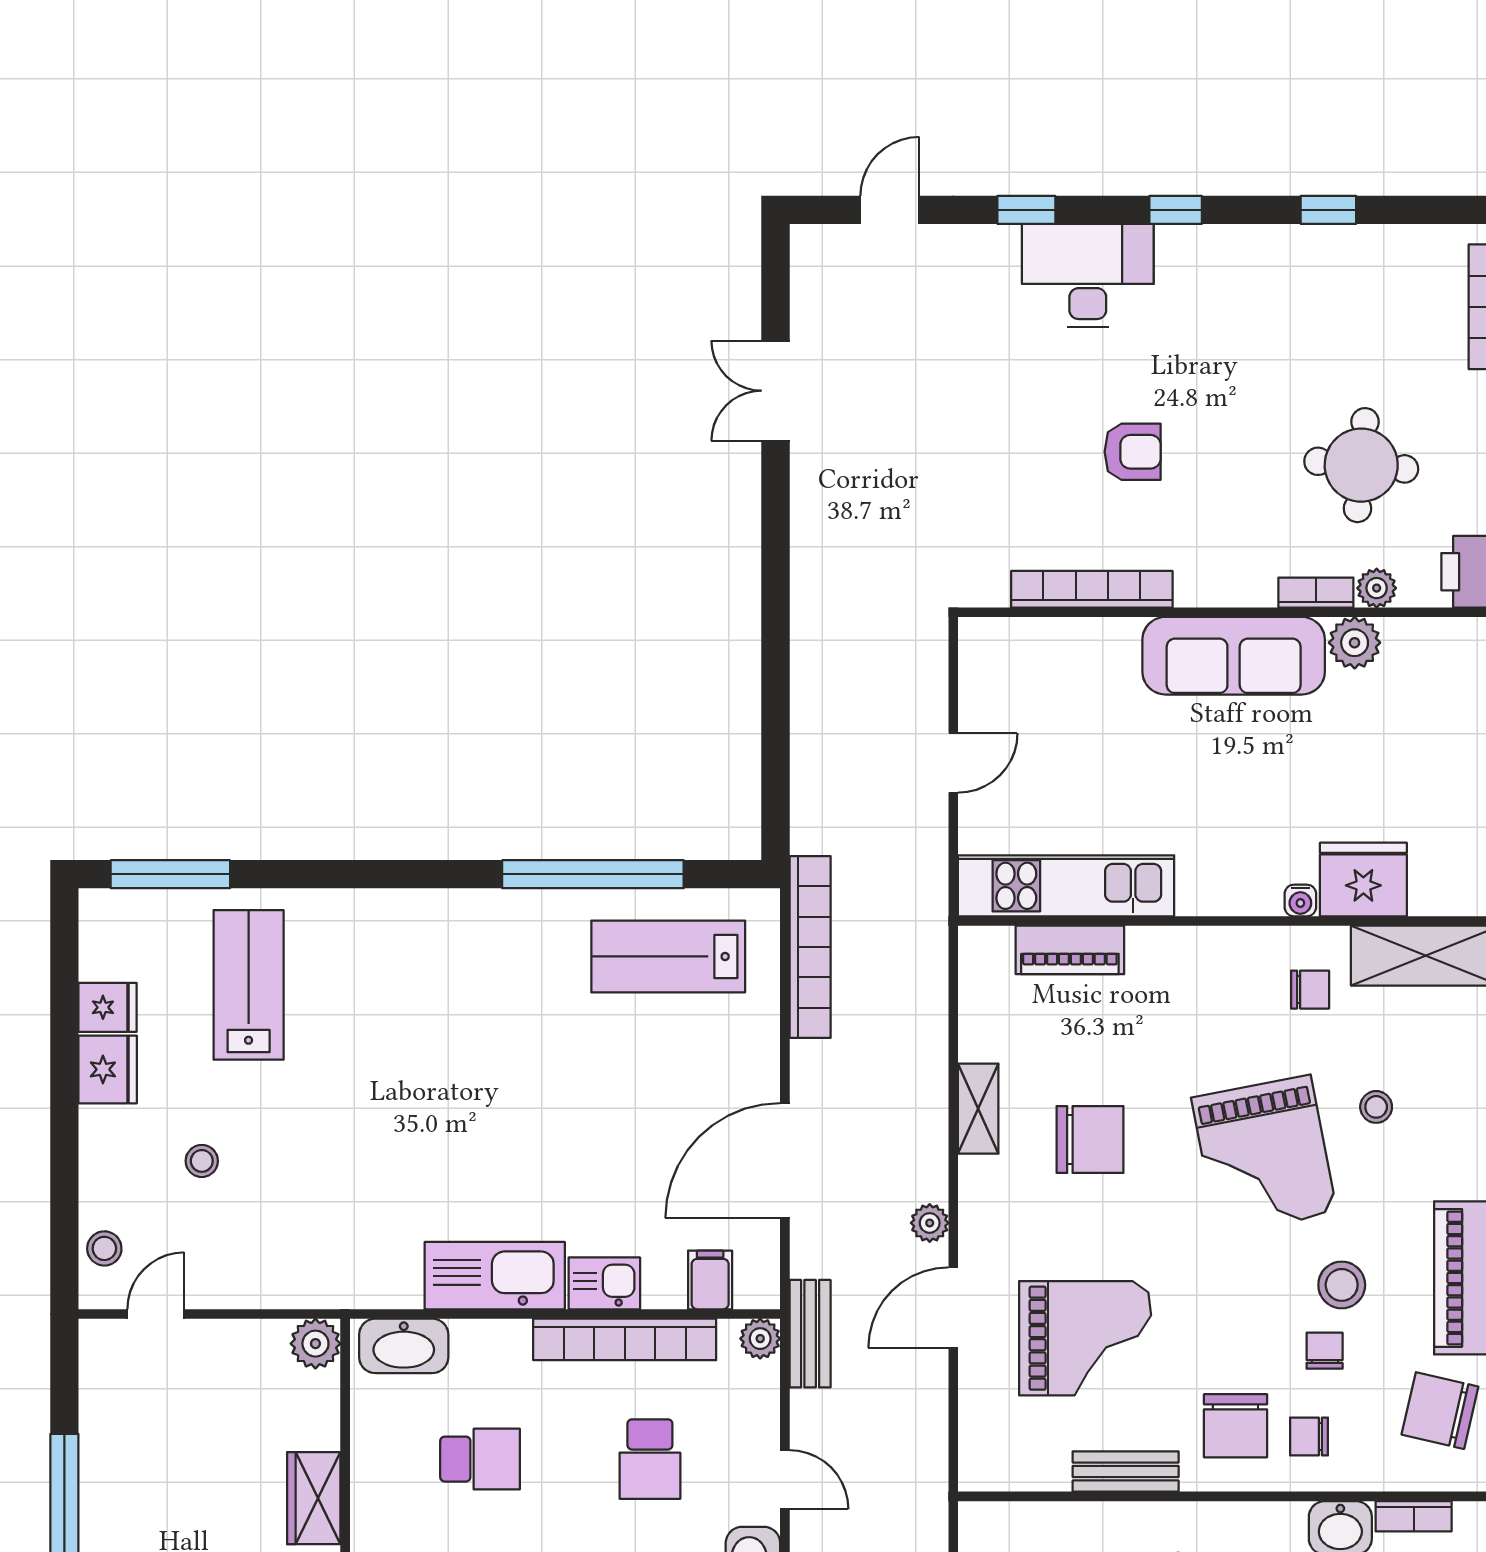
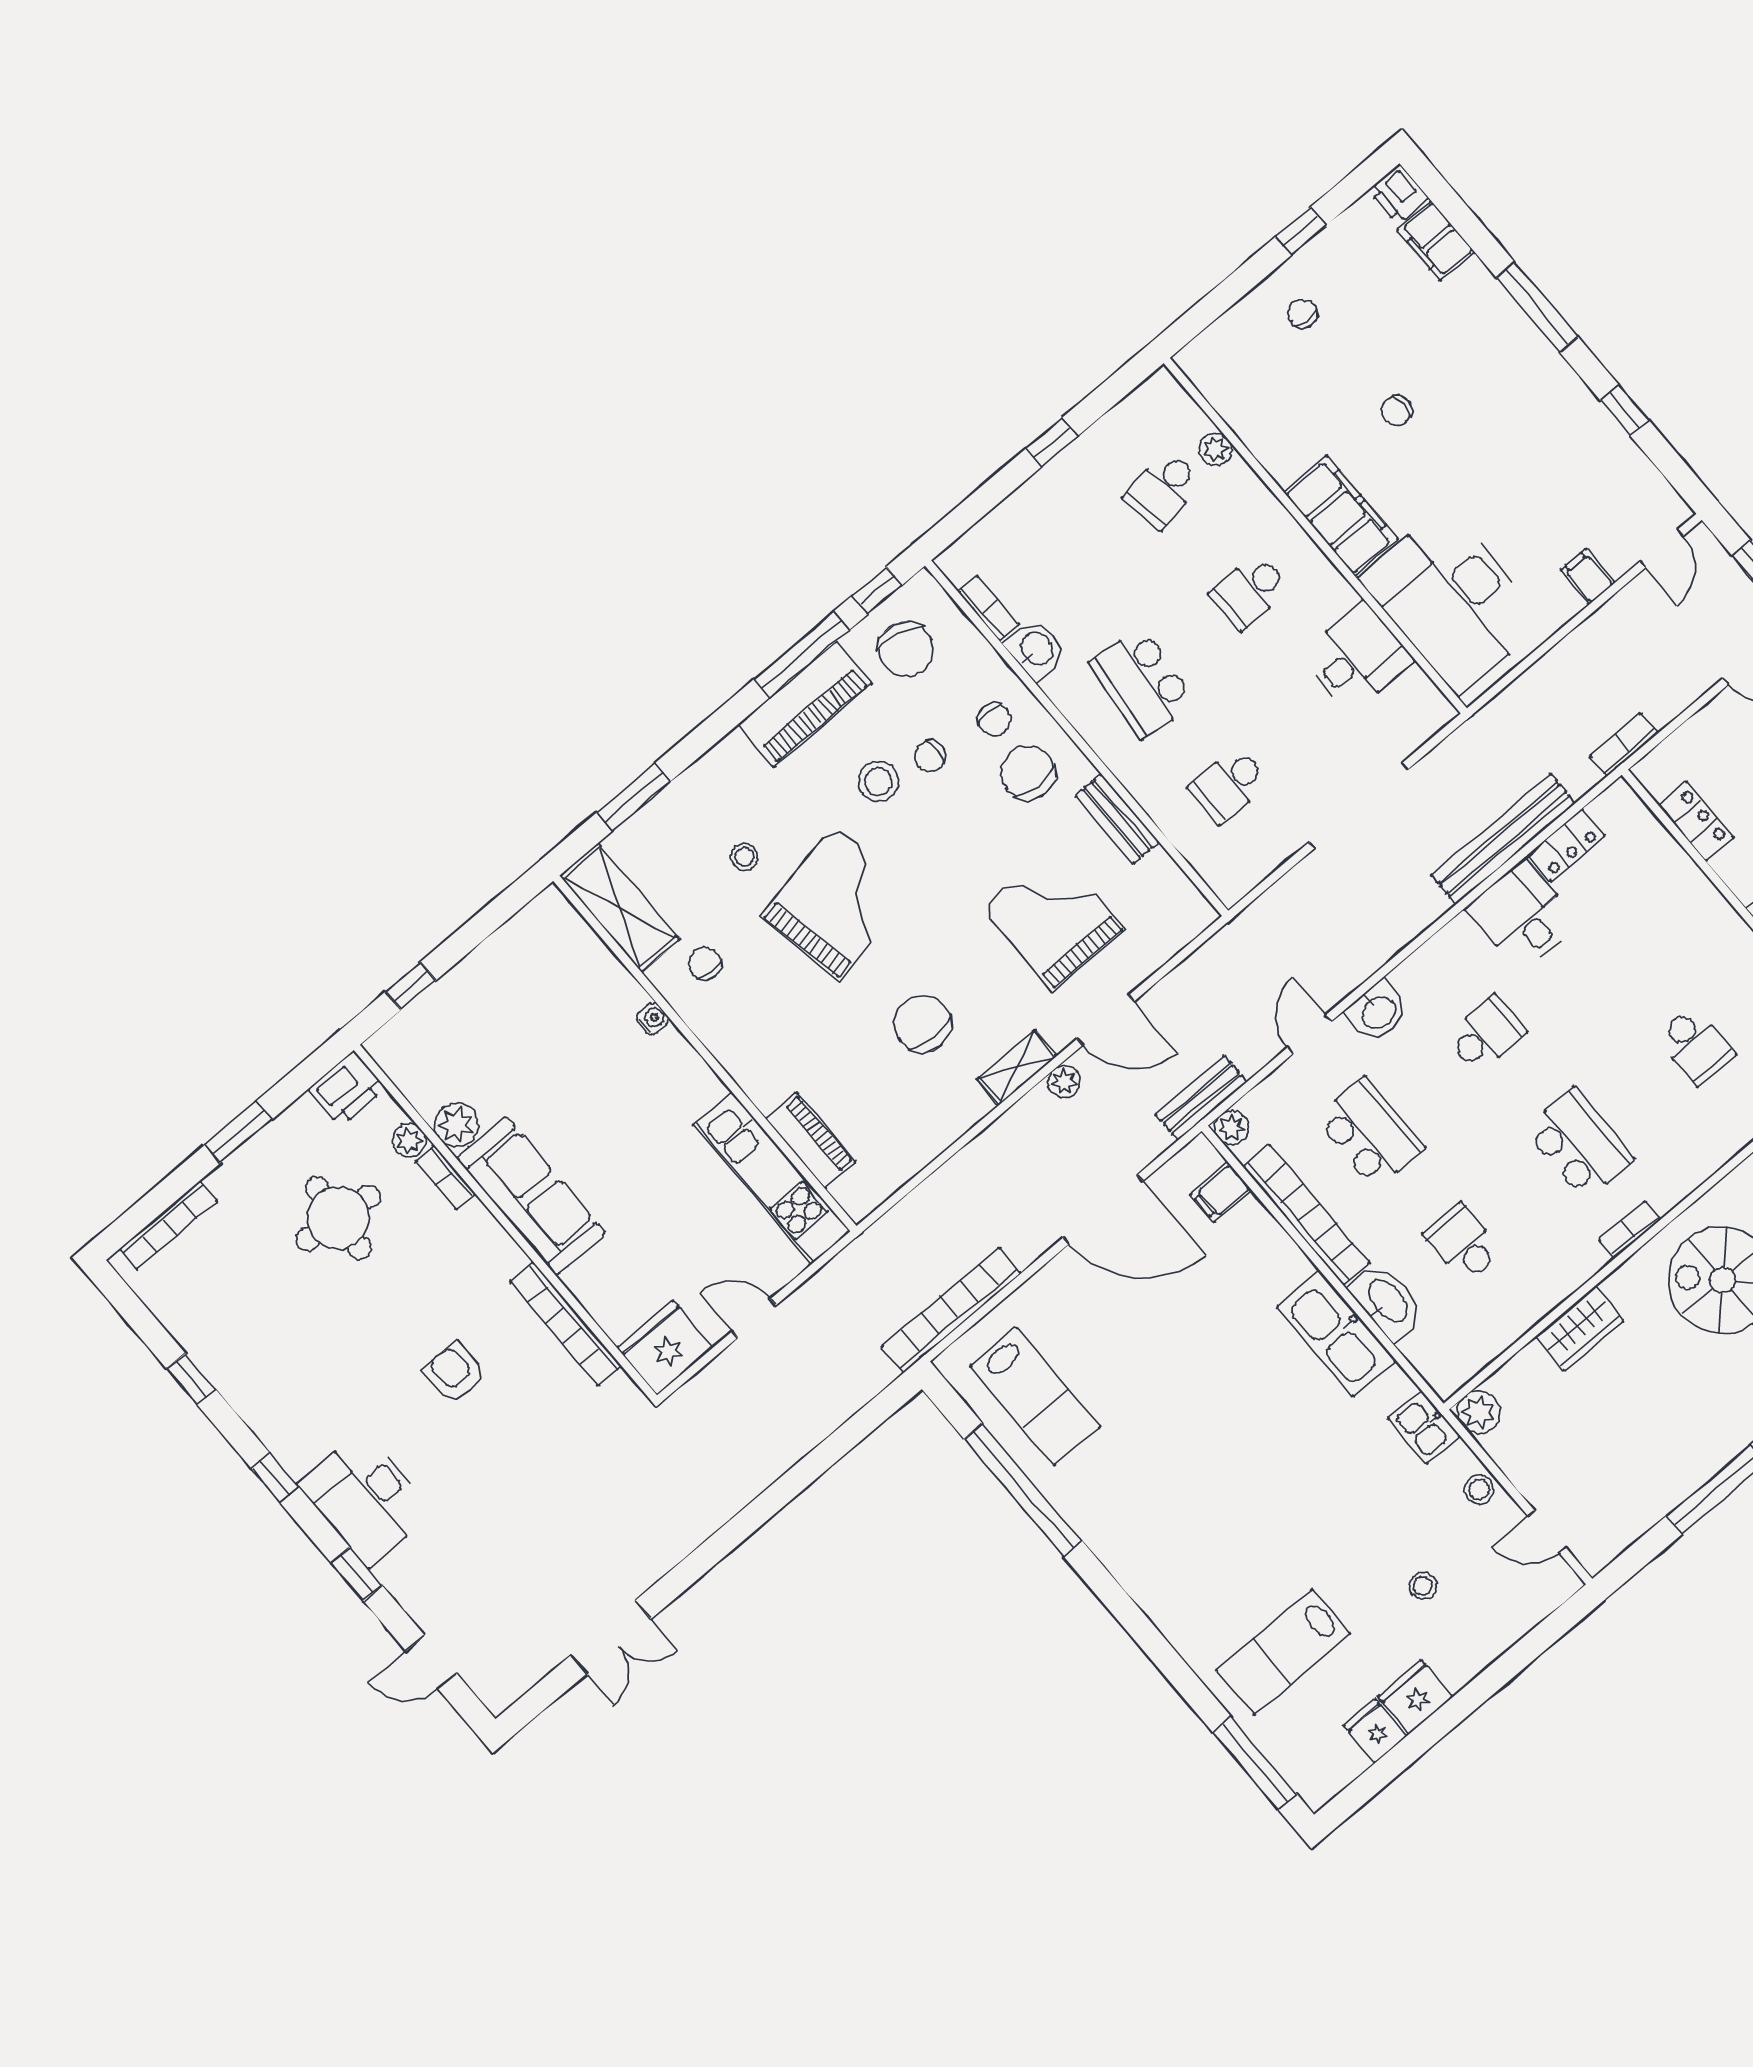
fridge: (1363, 879) -> (665, 1348), moved, turned 90
shelving: (978, 1109) -> (1017, 1067), moved
stool: (104, 1248) -> (1479, 1490), moved
kitchen sink: (604, 1283) -> (1424, 1427), moved
washbasin: (404, 1346) -> (1387, 1302), moved
chair: (1236, 1426) -> (1028, 773), turned -90
school desk: (650, 1459) -> (1370, 1133), width x1.85

